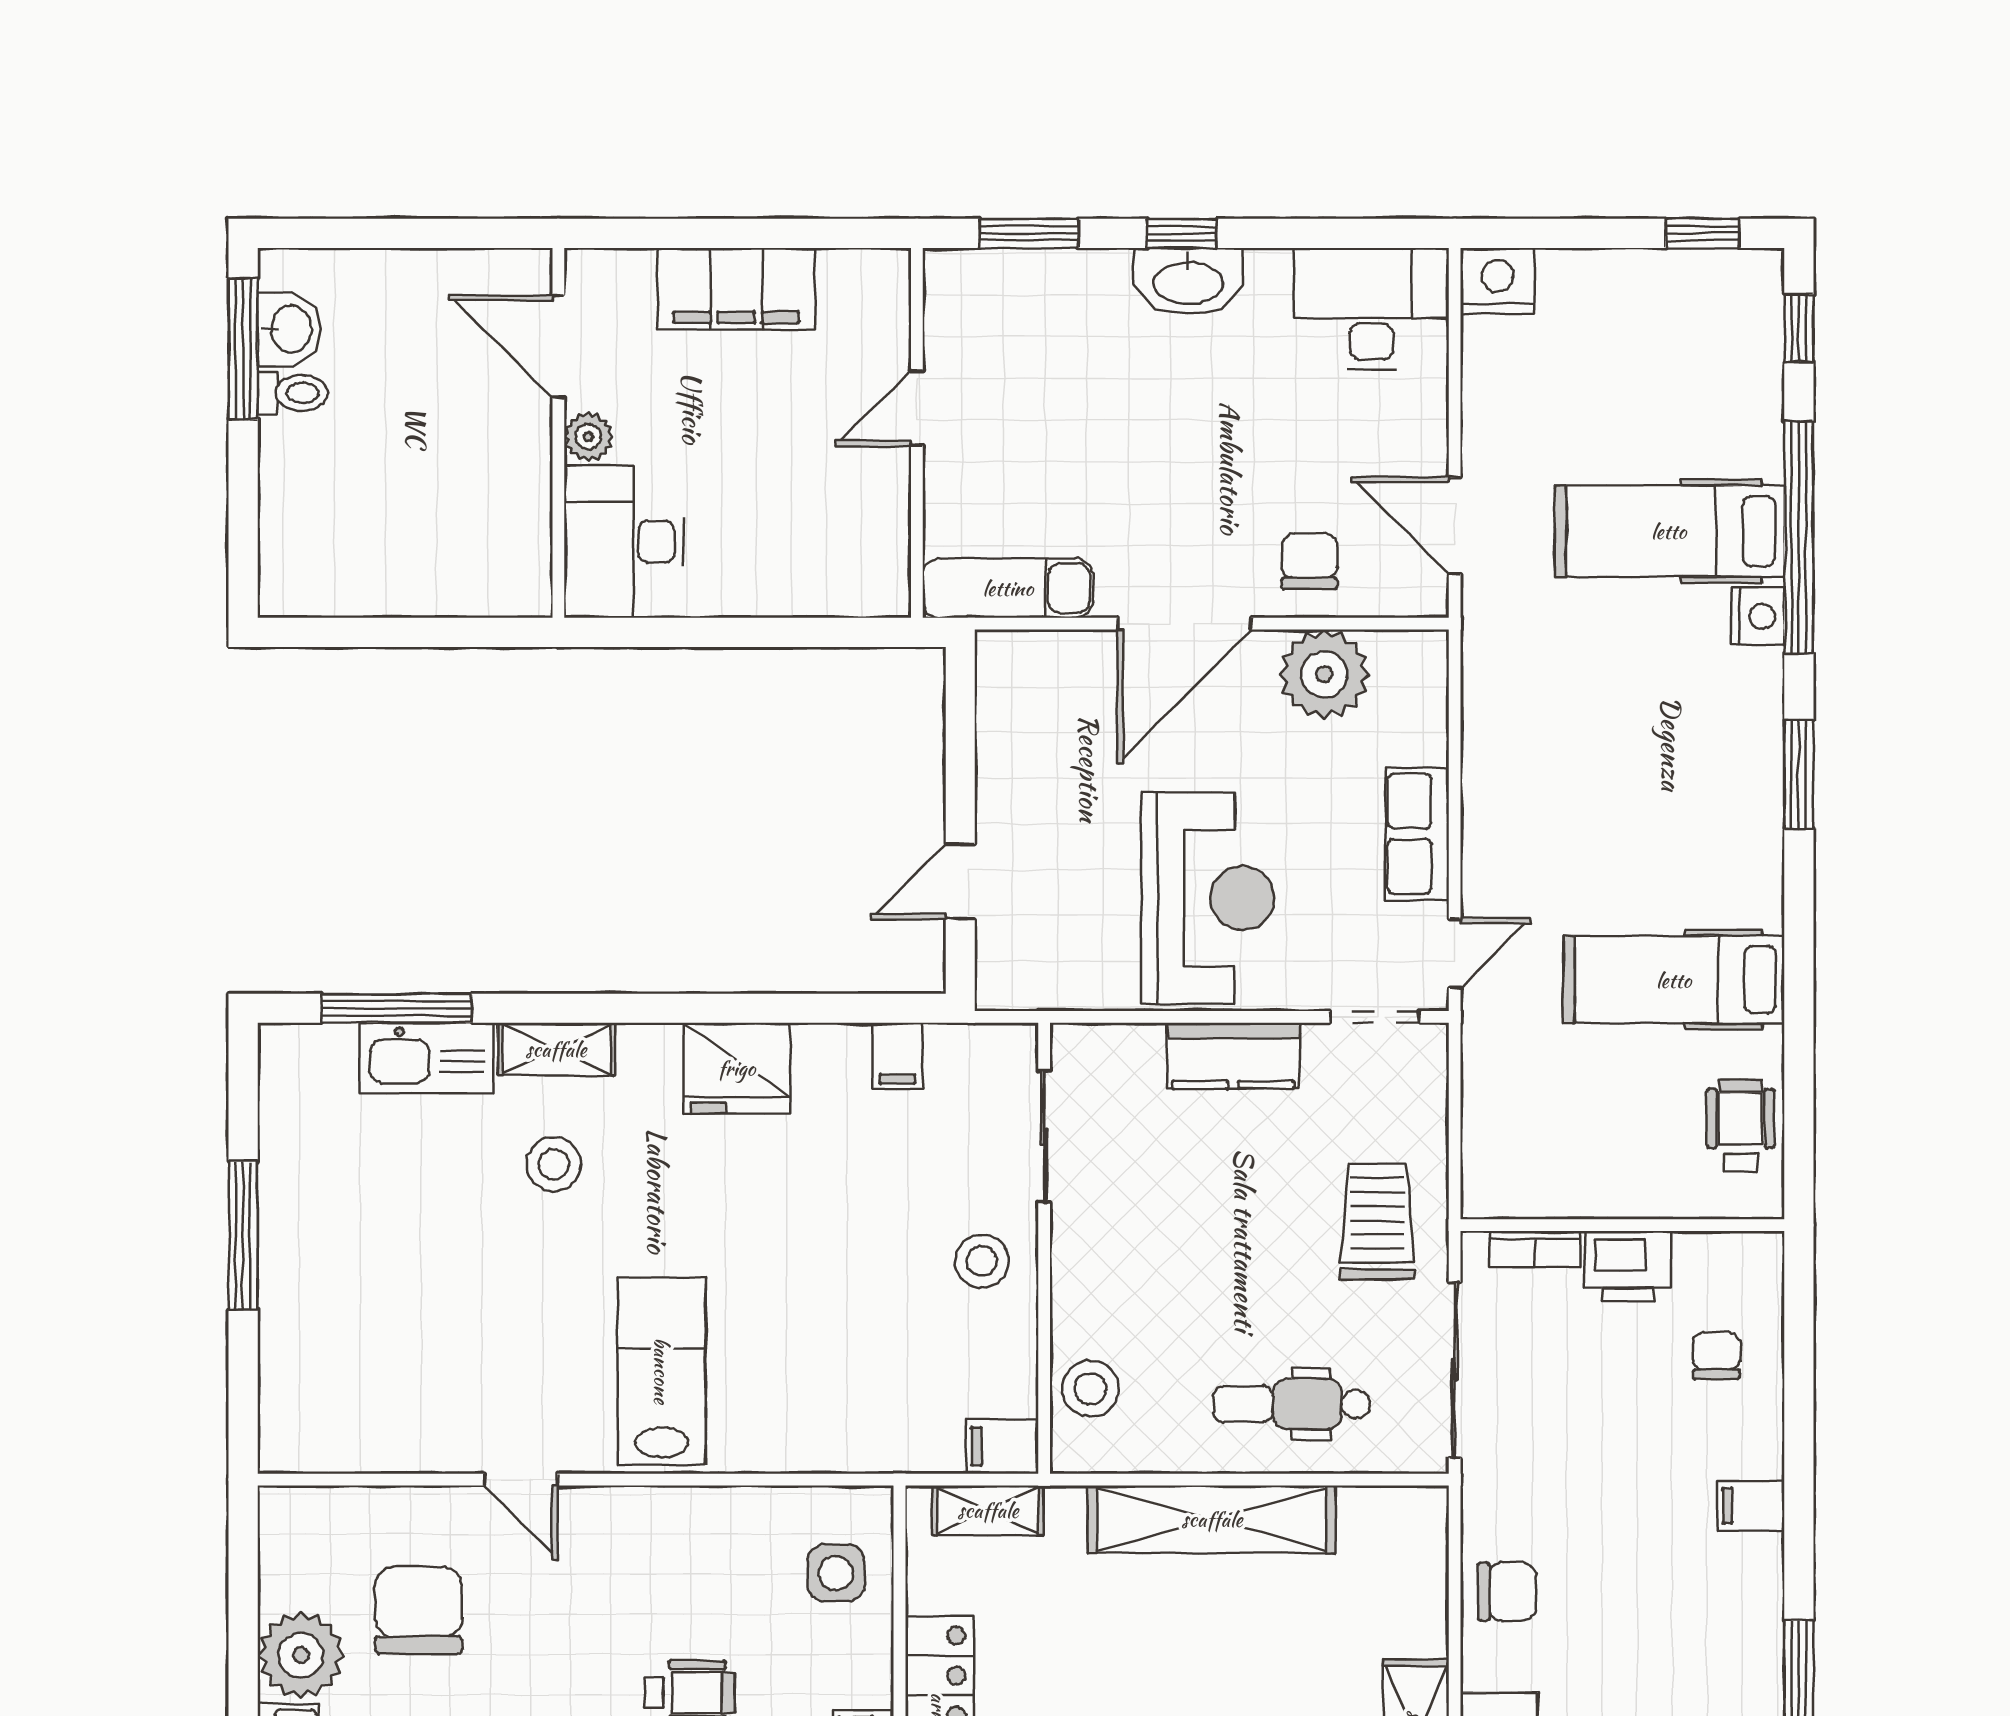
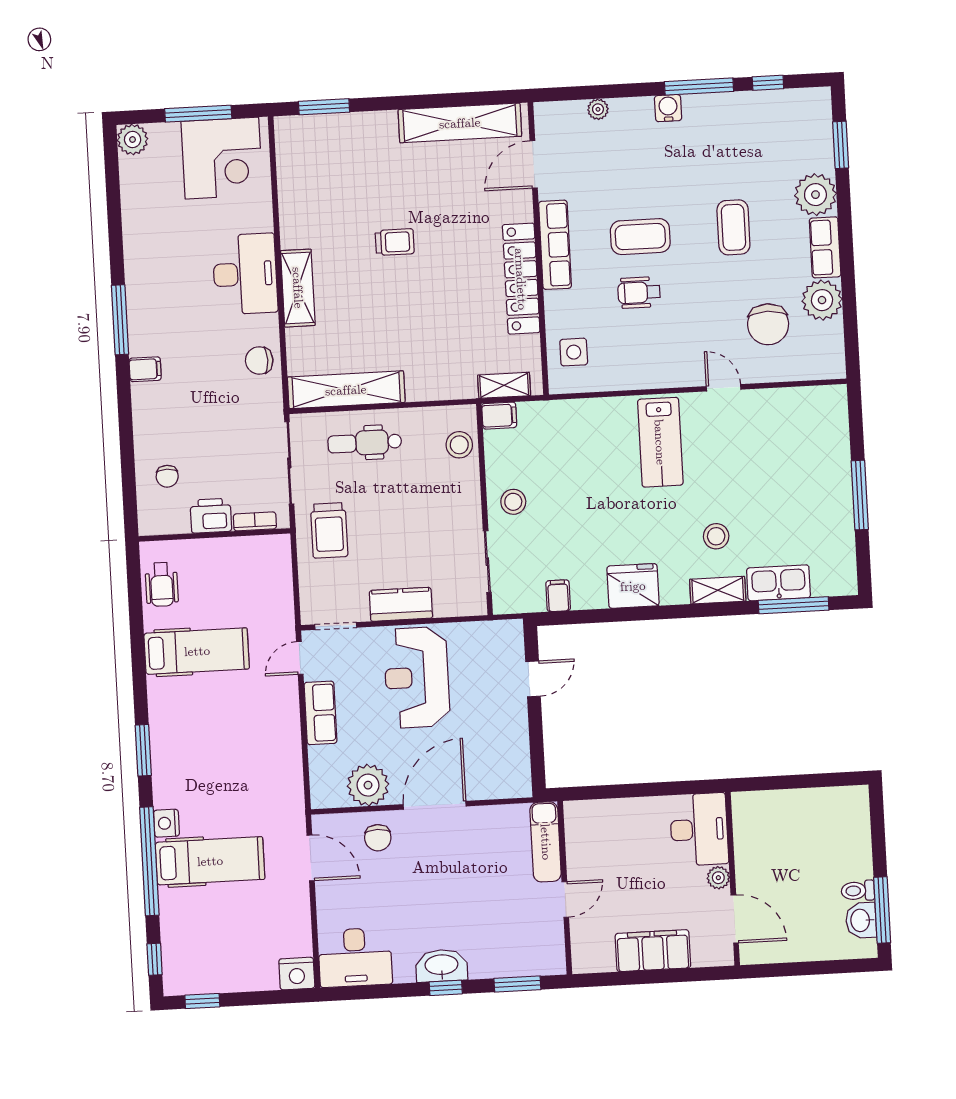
exam couch: (1008, 588) -> (546, 842), moved, turned 90
dental chair: (1292, 1404) -> (365, 443), turned 180
filing cabinet: (1751, 1506) -> (145, 369), moved
shelving: (1212, 1519) -> (346, 390), moved

